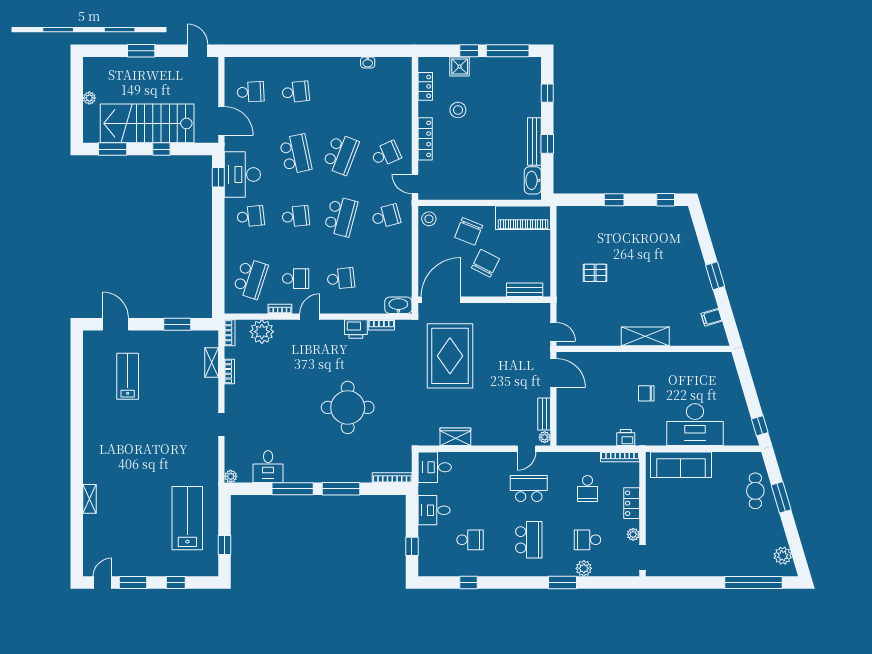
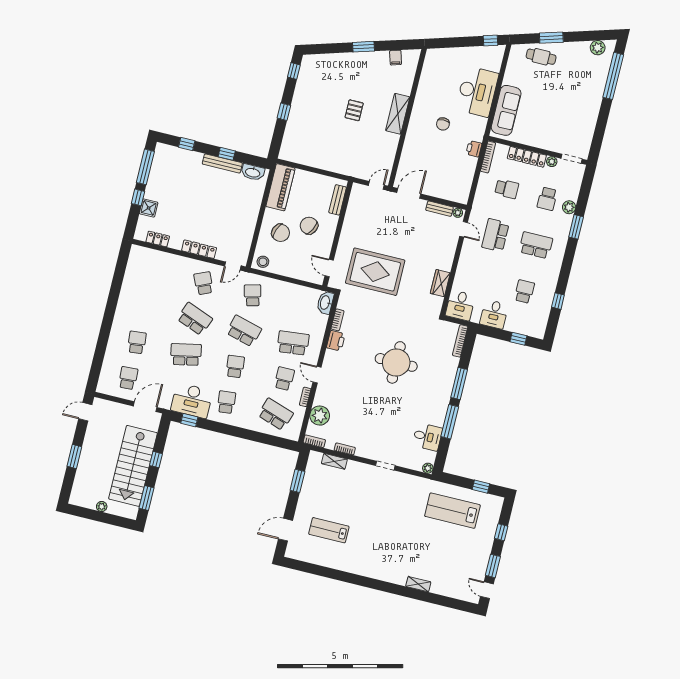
washbasin: (368, 62) -> (128, 280), removed
stool: (458, 110) -> (183, 218), removed
pallet: (595, 273) -> (354, 110), moved
school desk: (341, 279) -> (293, 343), width x1.85
door: (441, 300) -> (329, 268), width x0.53
locker: (632, 503) -> (527, 157), width x1.53

